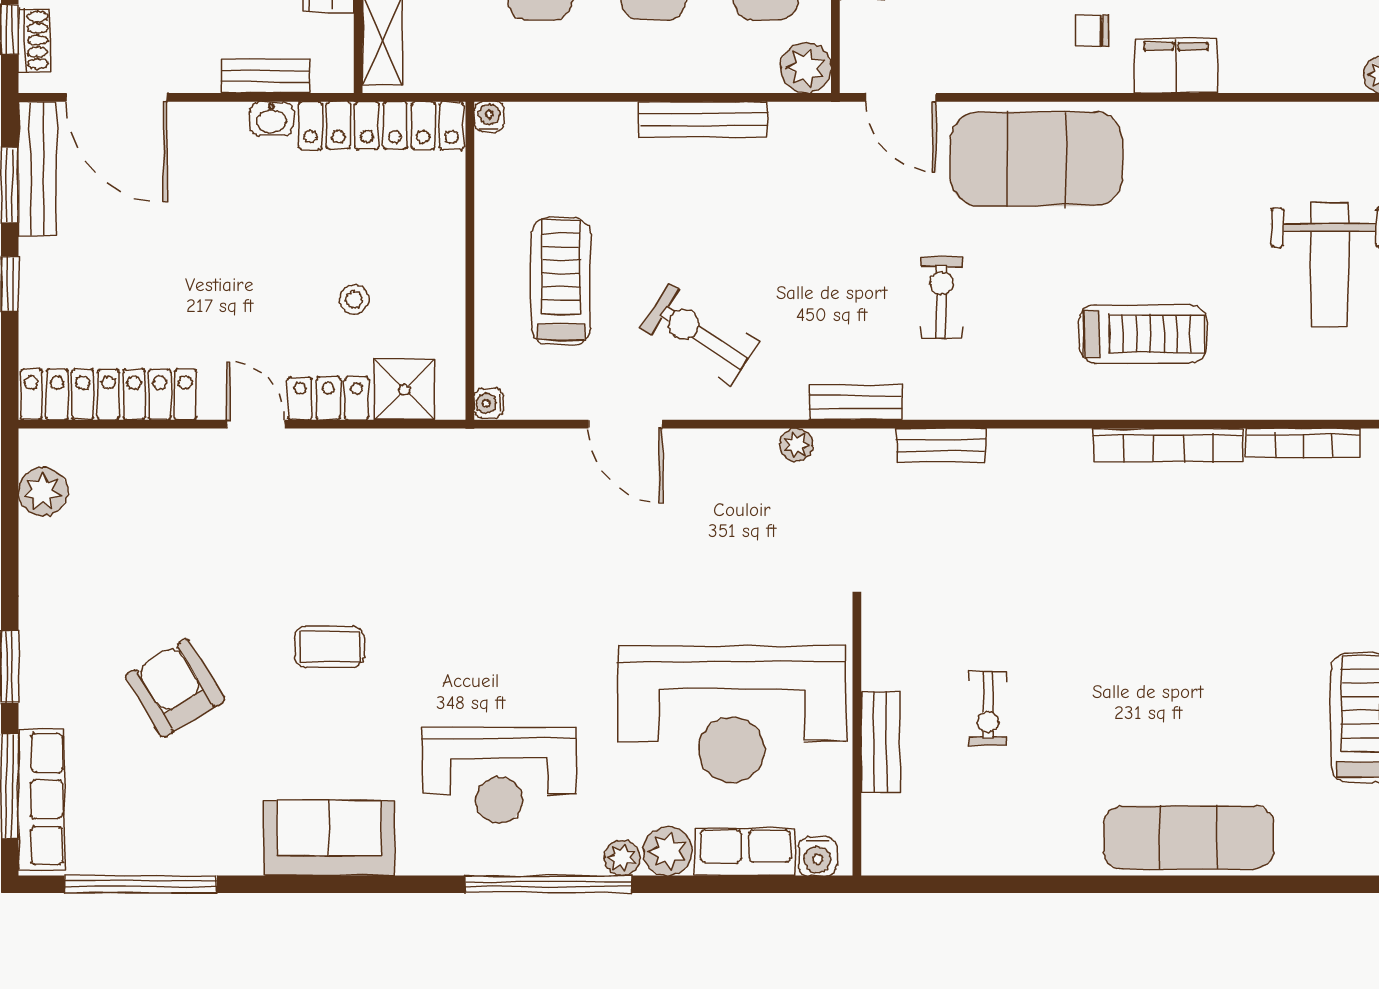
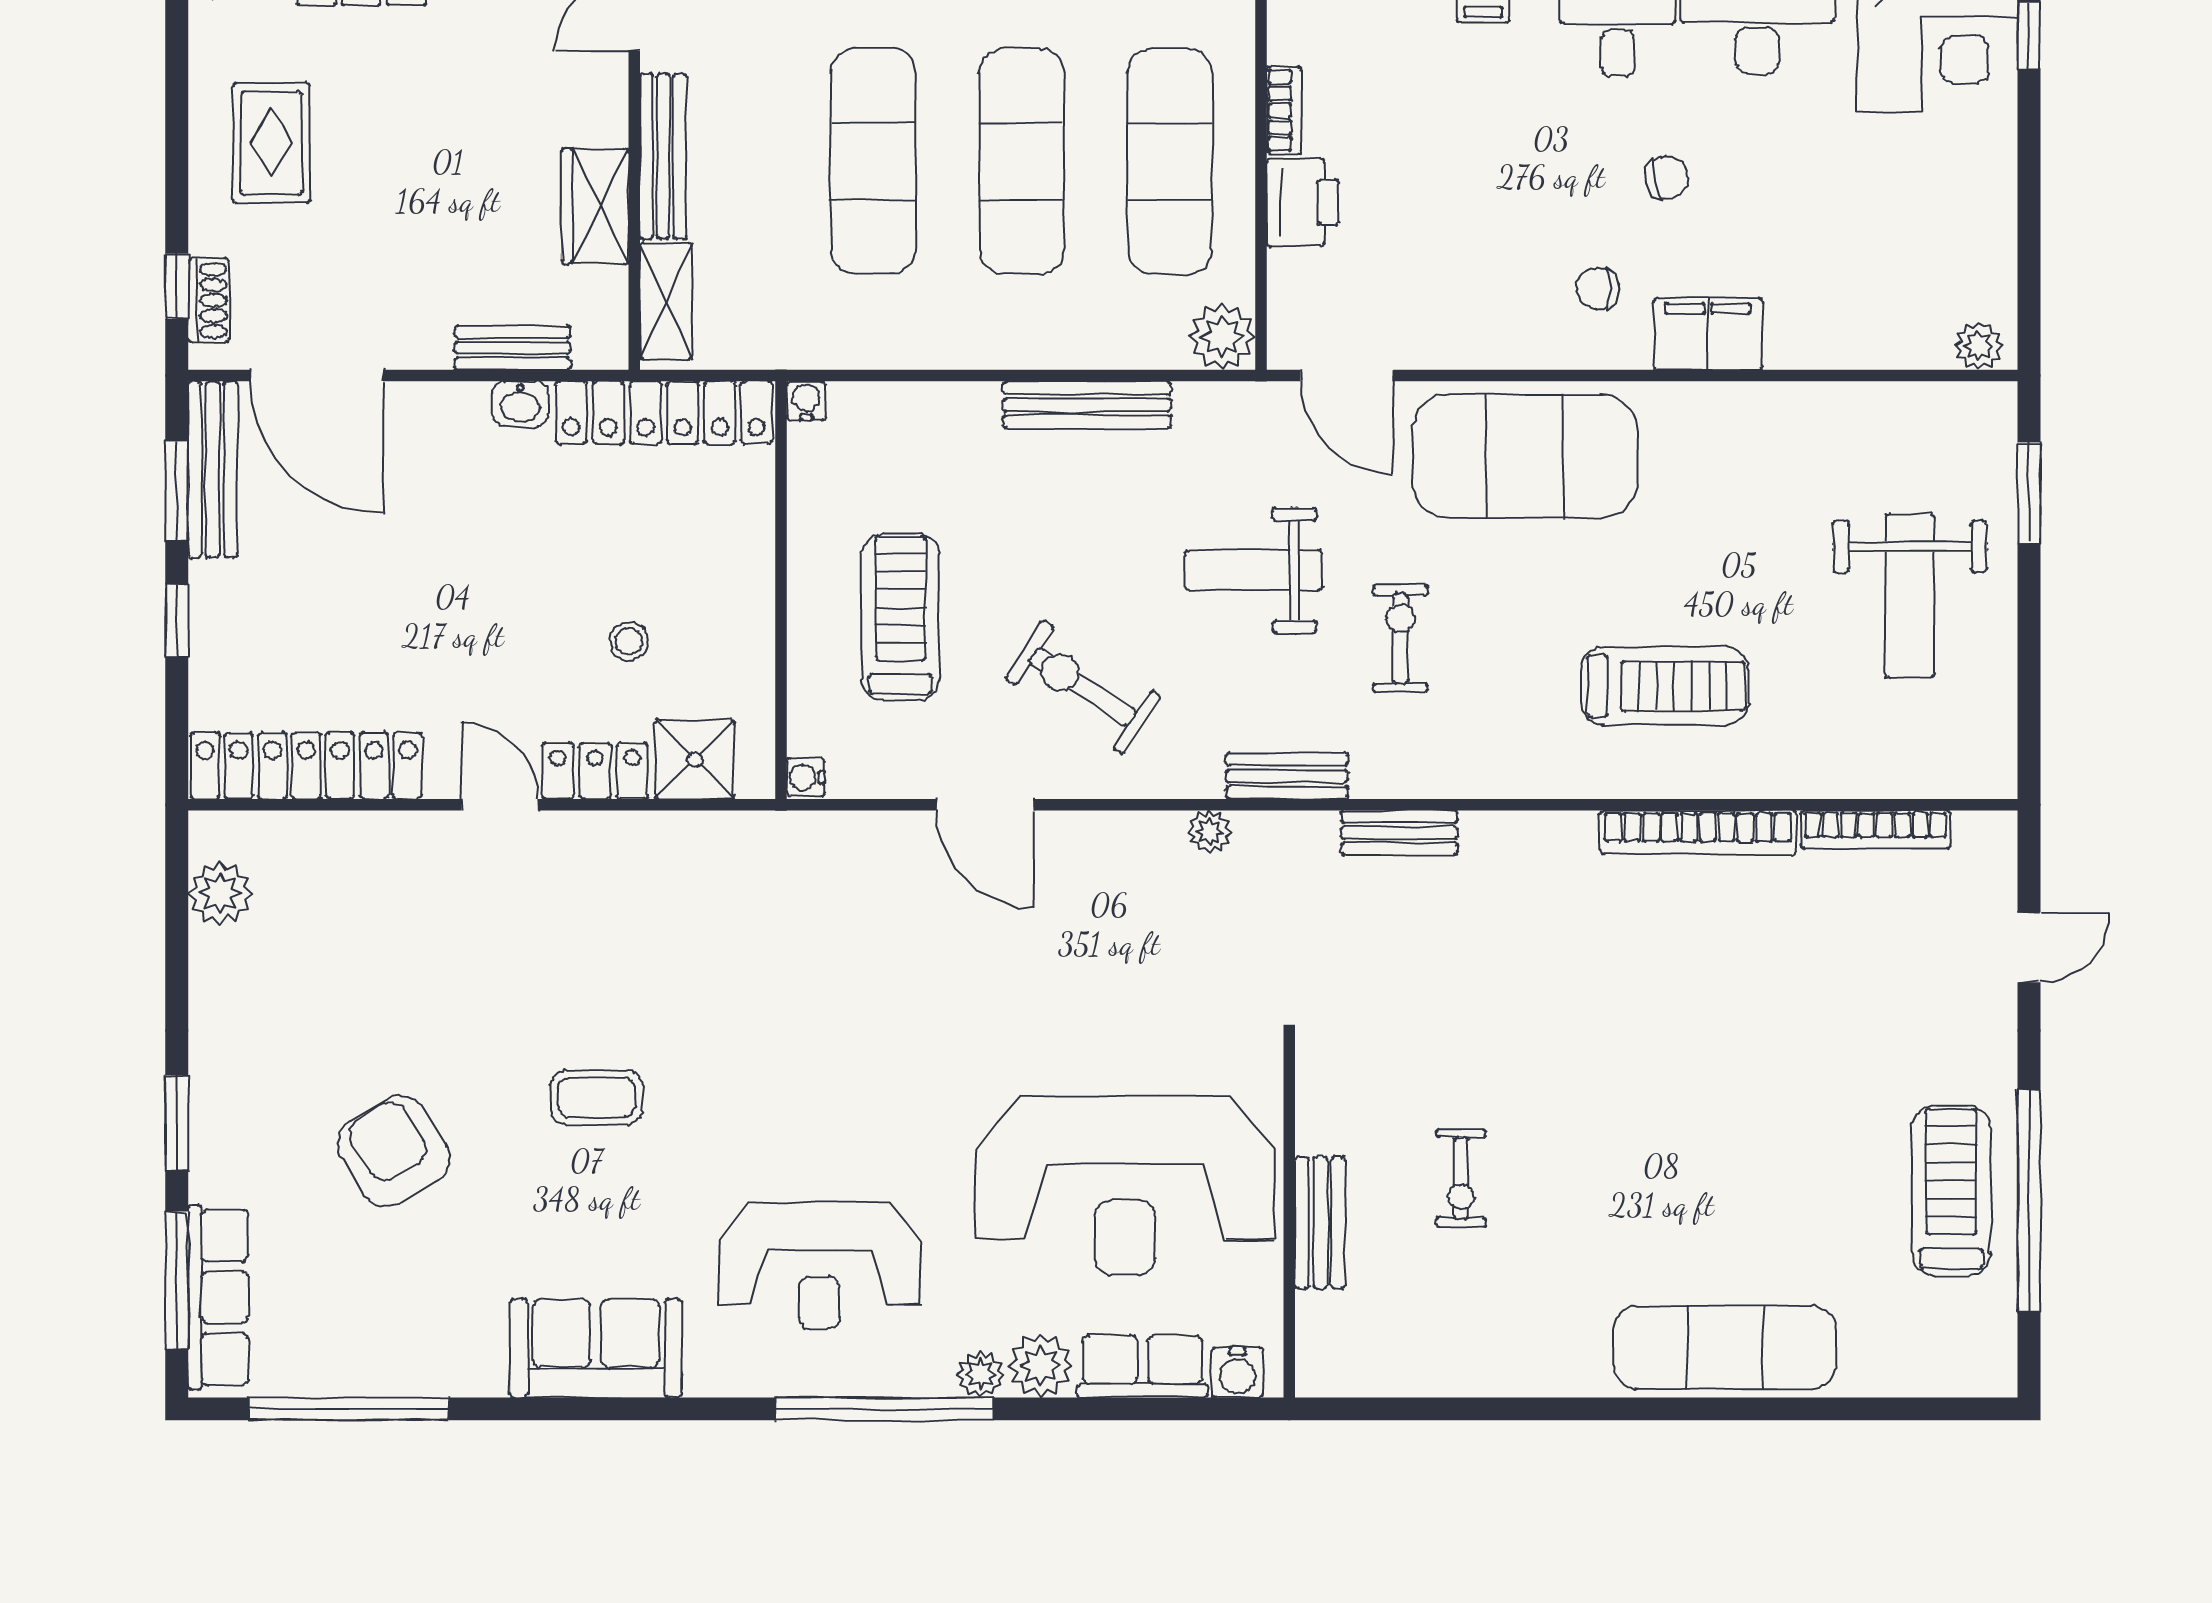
weight bench: (830, 246) -> (1253, 570), added

